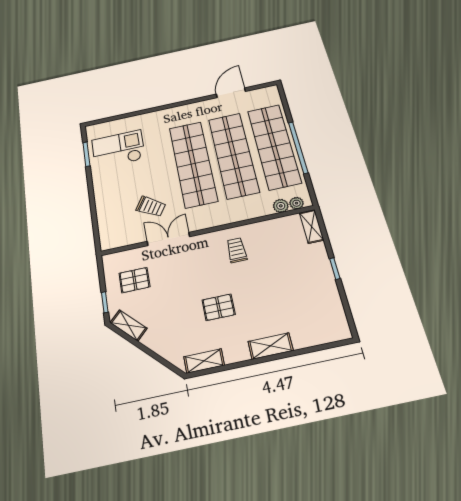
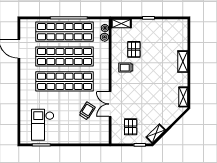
pallet: (219, 307) -> (134, 49), moved

